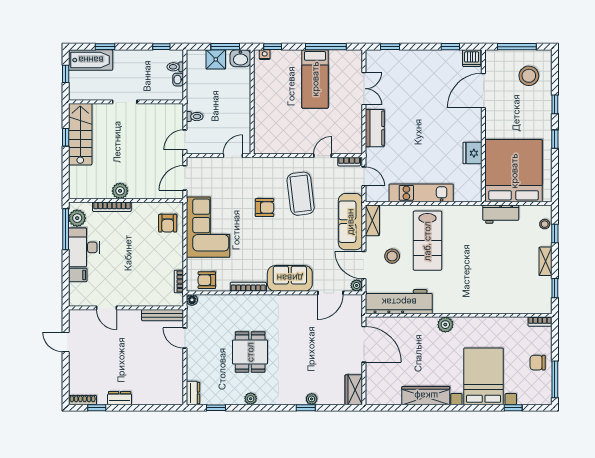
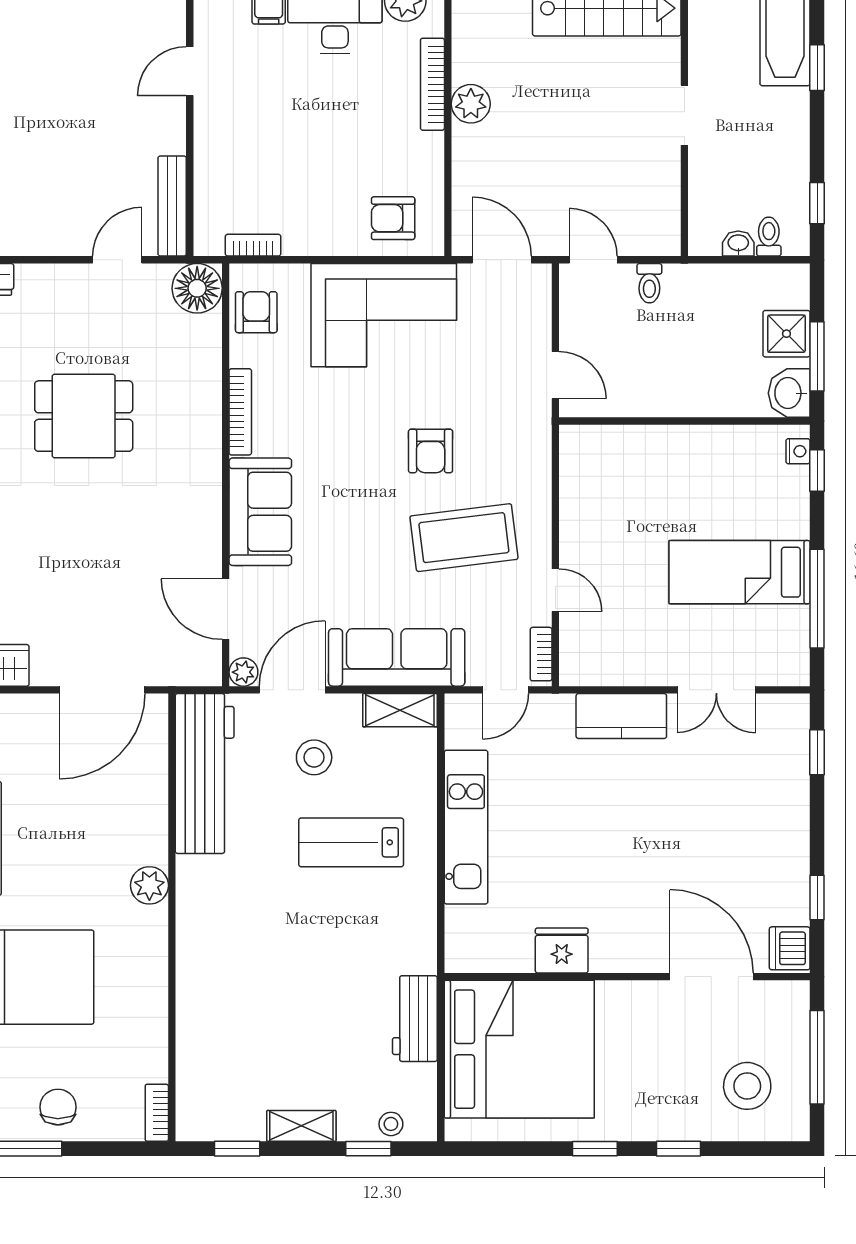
lab bench: (427, 241) -> (351, 842), width x0.73, depth x0.72
floor lamp: (192, 300) -> (197, 288), width x1.89, depth x1.89

